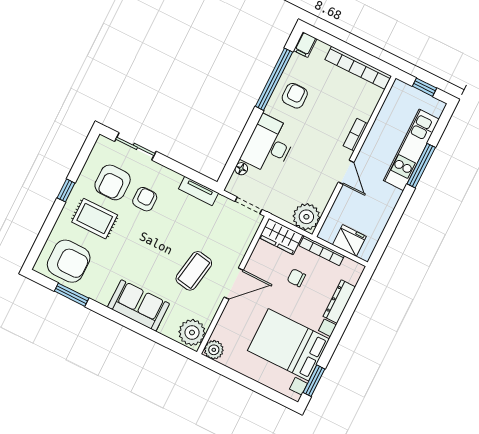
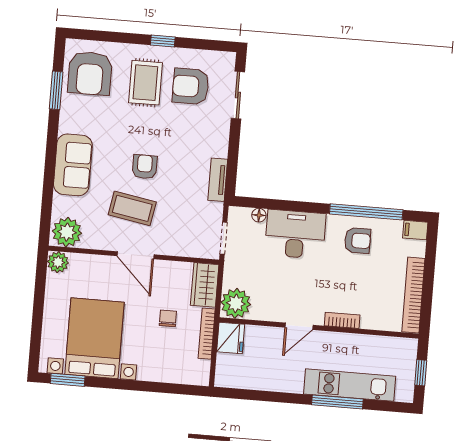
armchair: (145, 199) -> (145, 167), moved, turned -90
fridge: (349, 241) -> (231, 338), moved
dresser: (339, 302) -> (161, 373), removed

